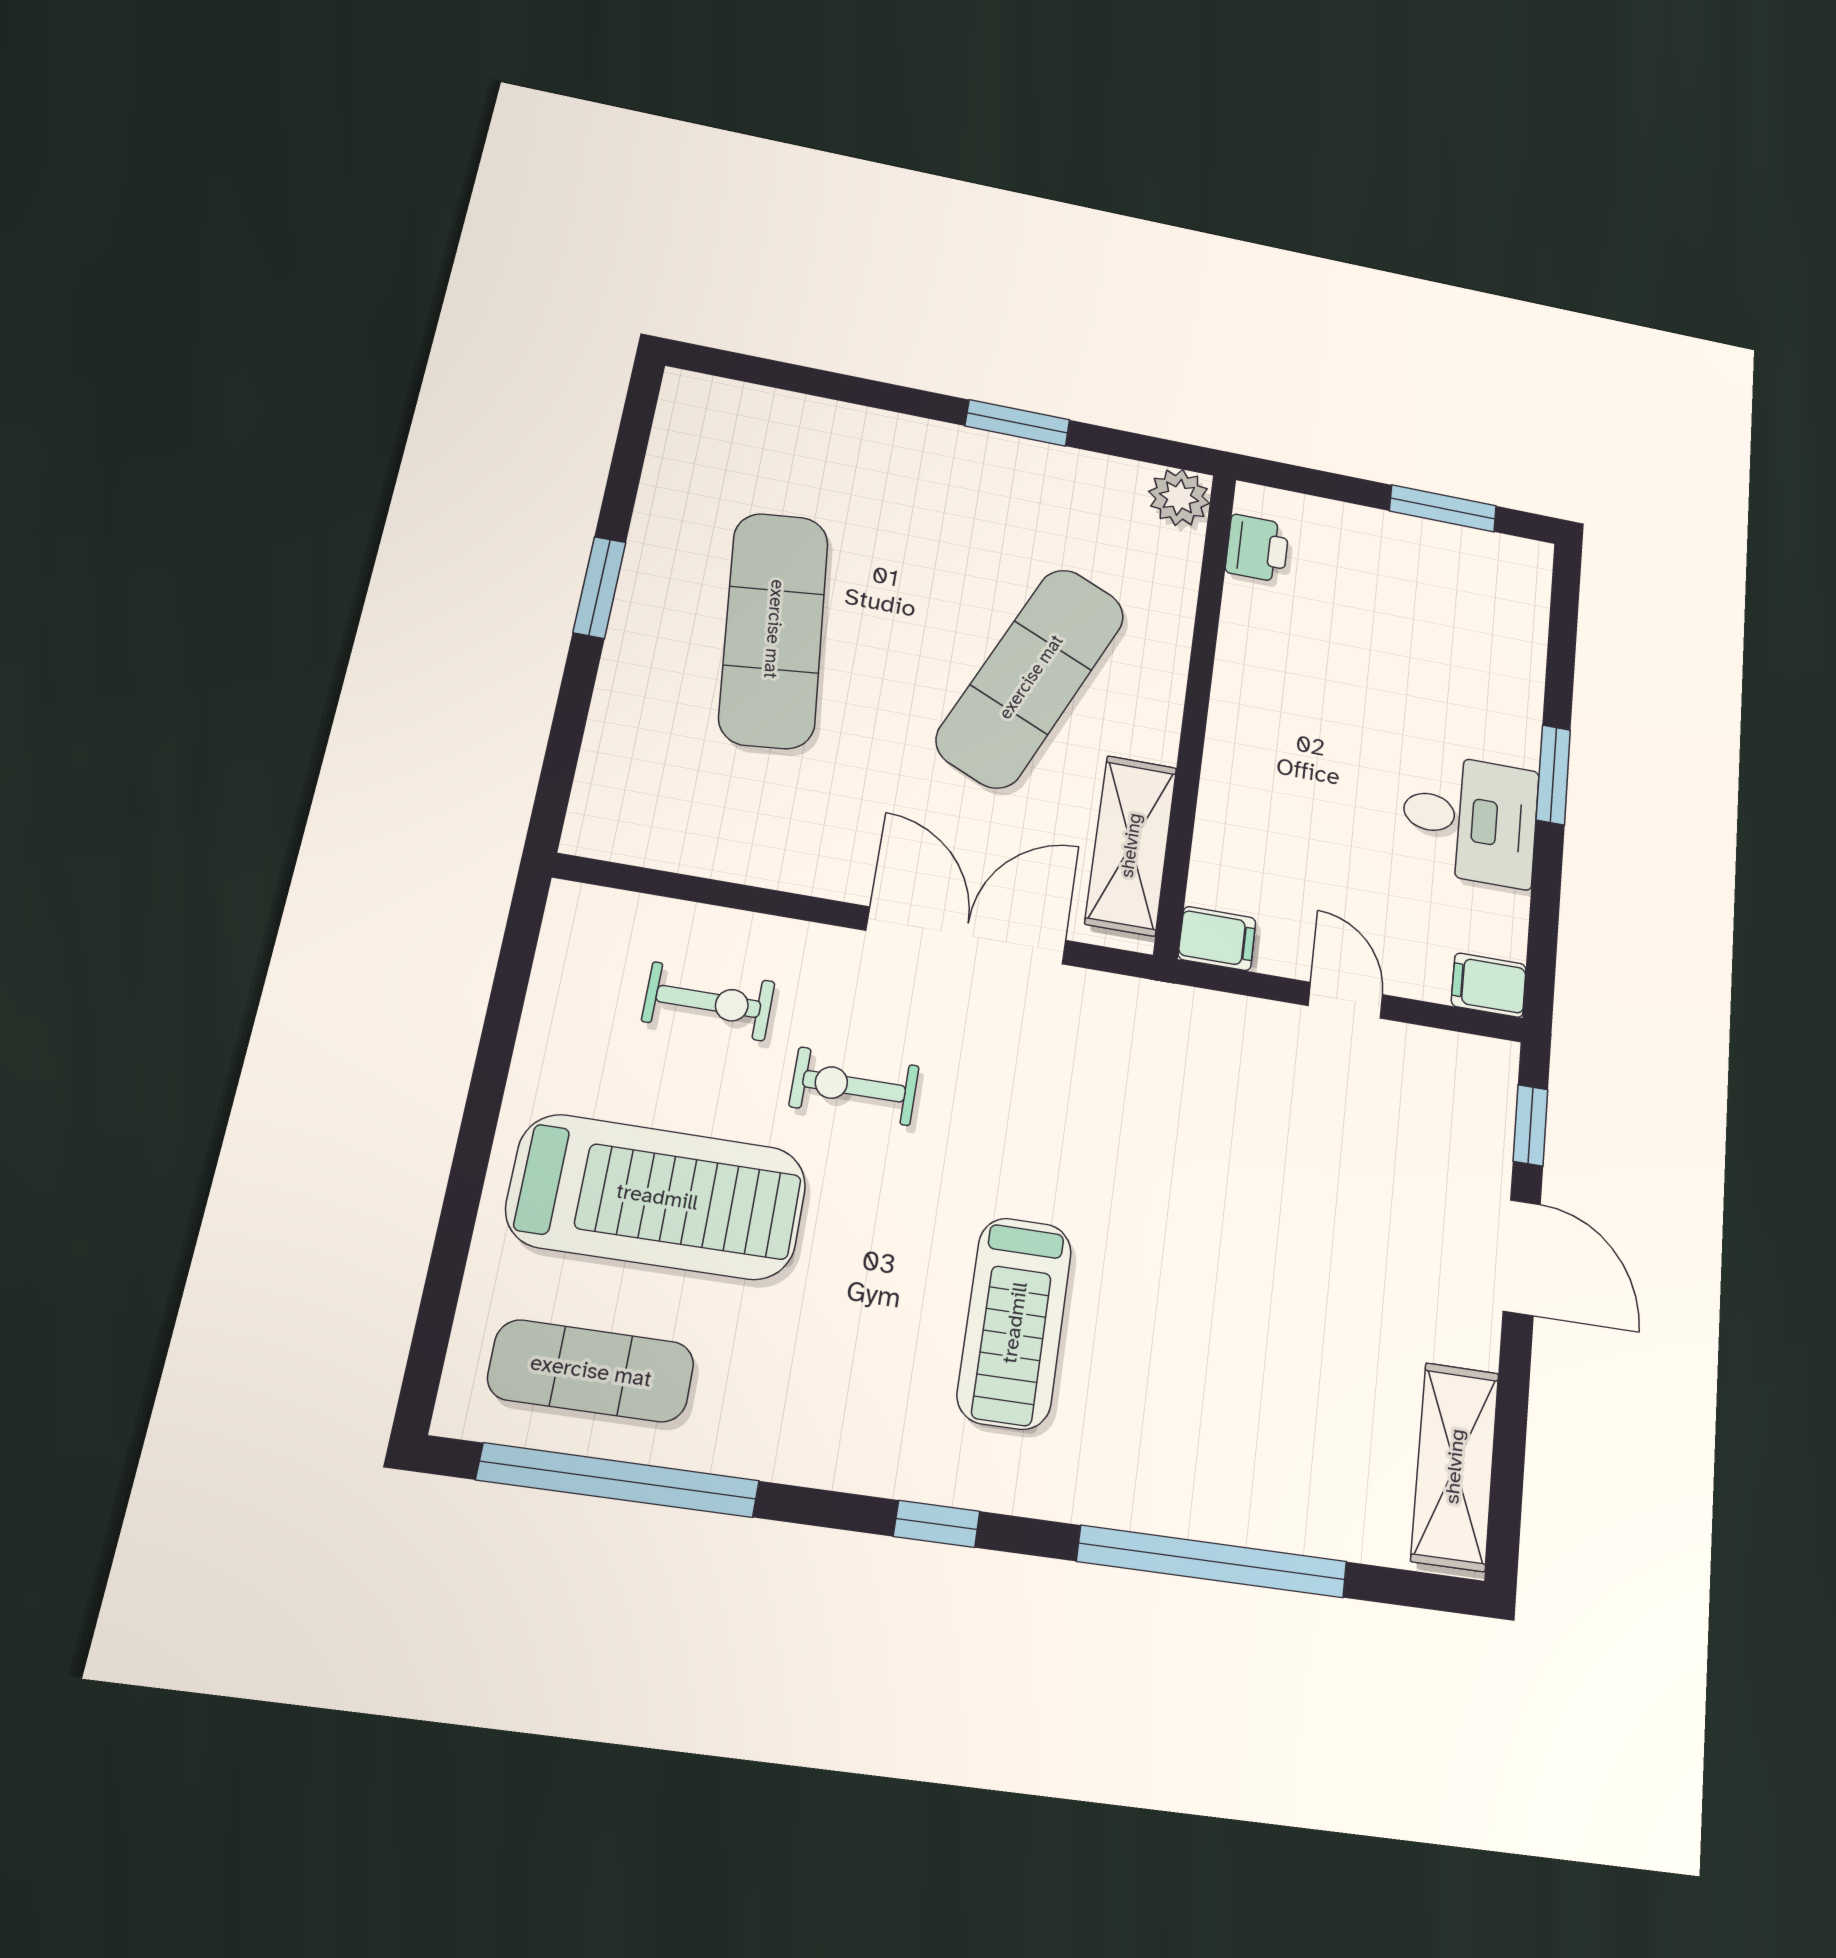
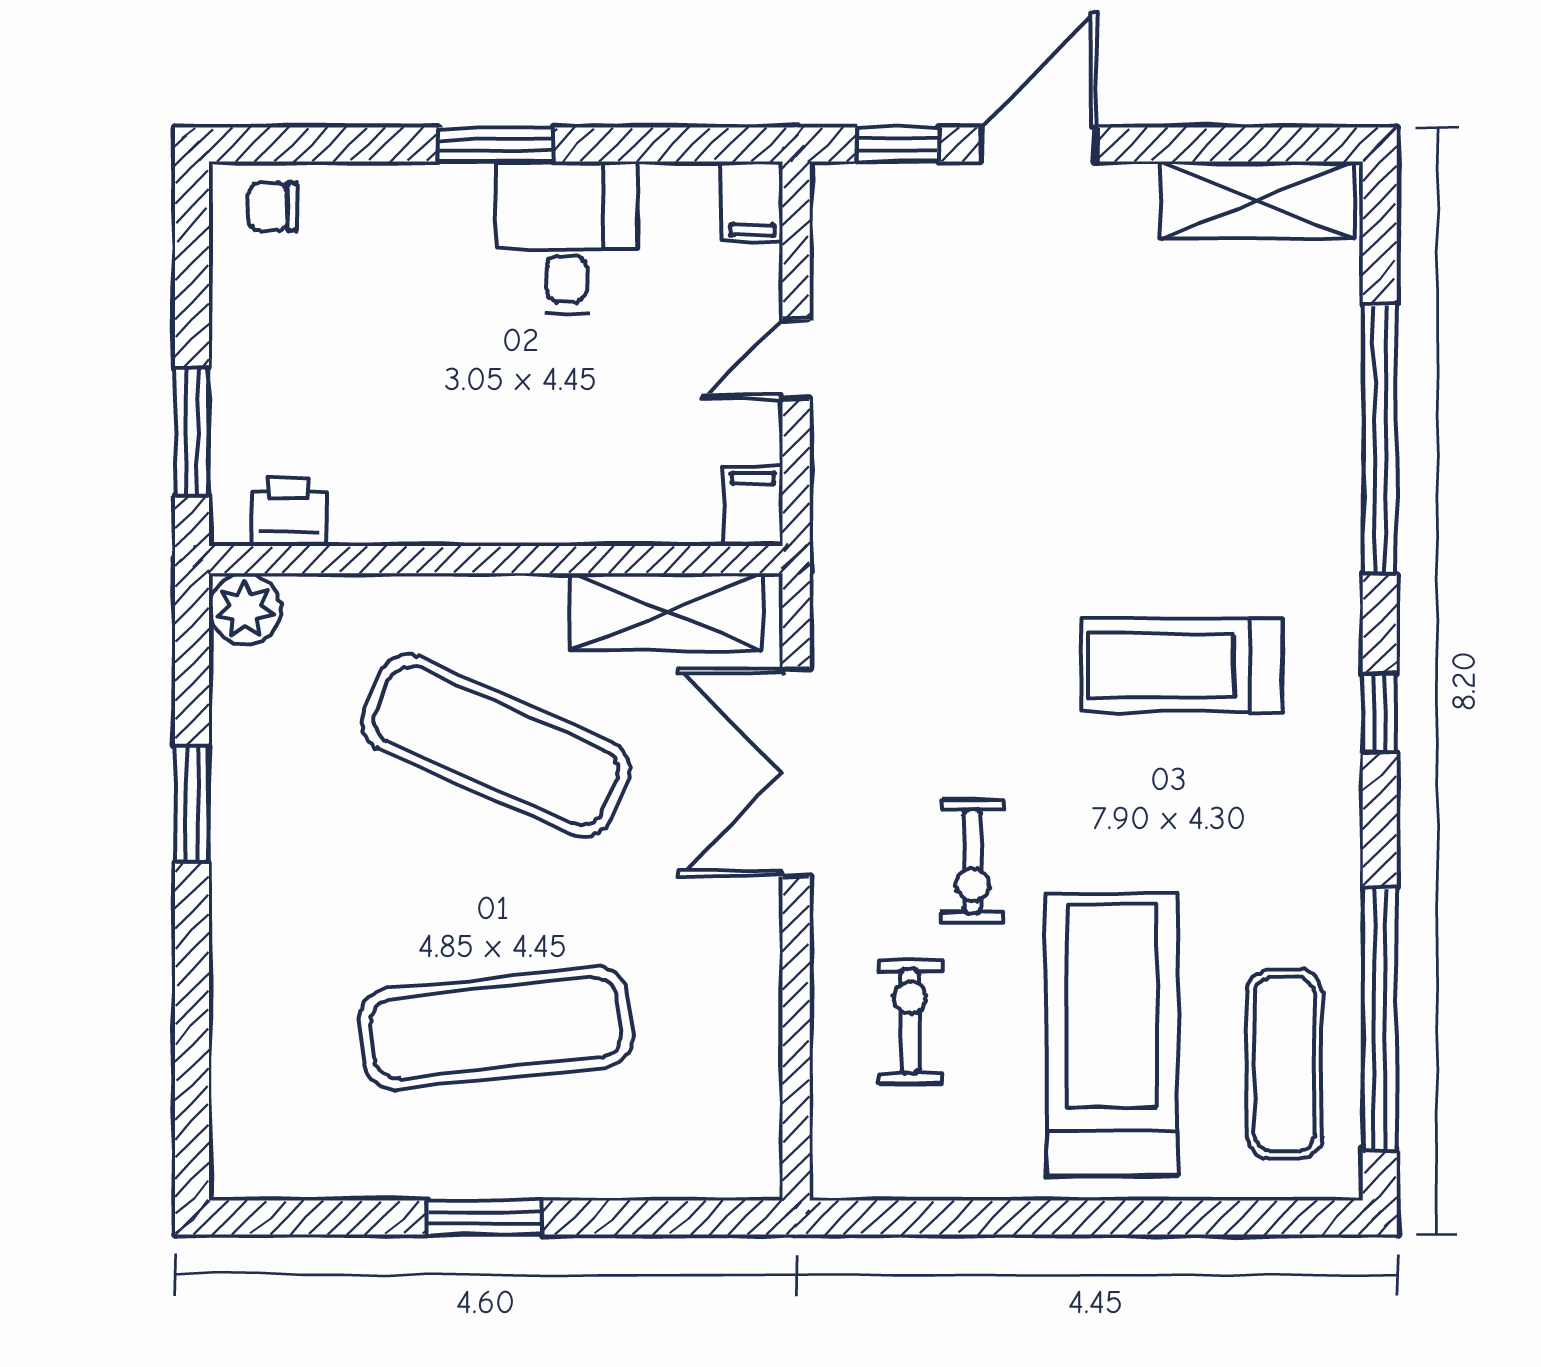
window: (1443, 508) -> (192, 432), moved
chair: (1514, 586) -> (273, 207), added
treadmill: (1015, 1323) -> (1181, 665), turned 180

